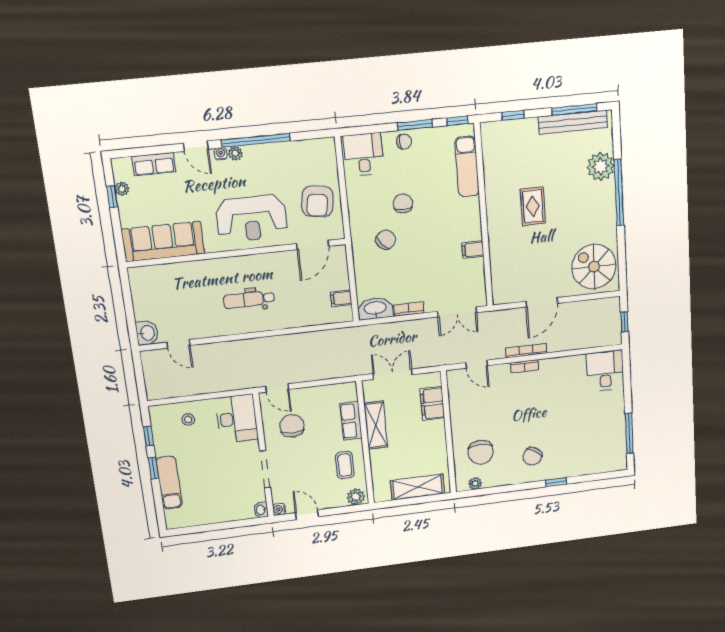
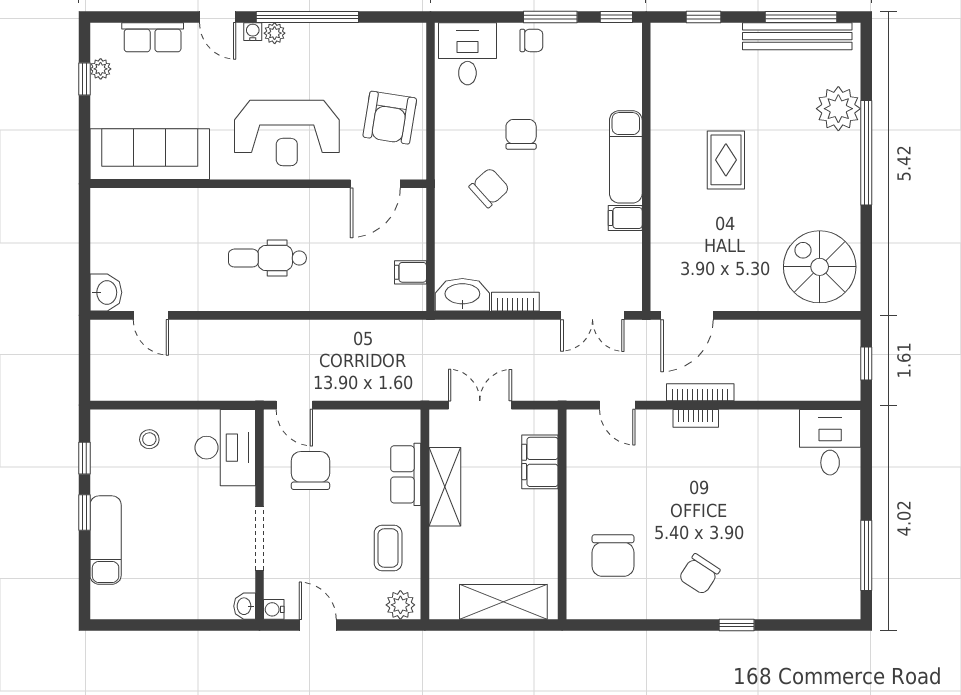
exam couch: (467, 167) -> (626, 157), moved
door: (542, 302) -> (687, 315), moved
plant: (475, 483) -> (600, 609), removed

